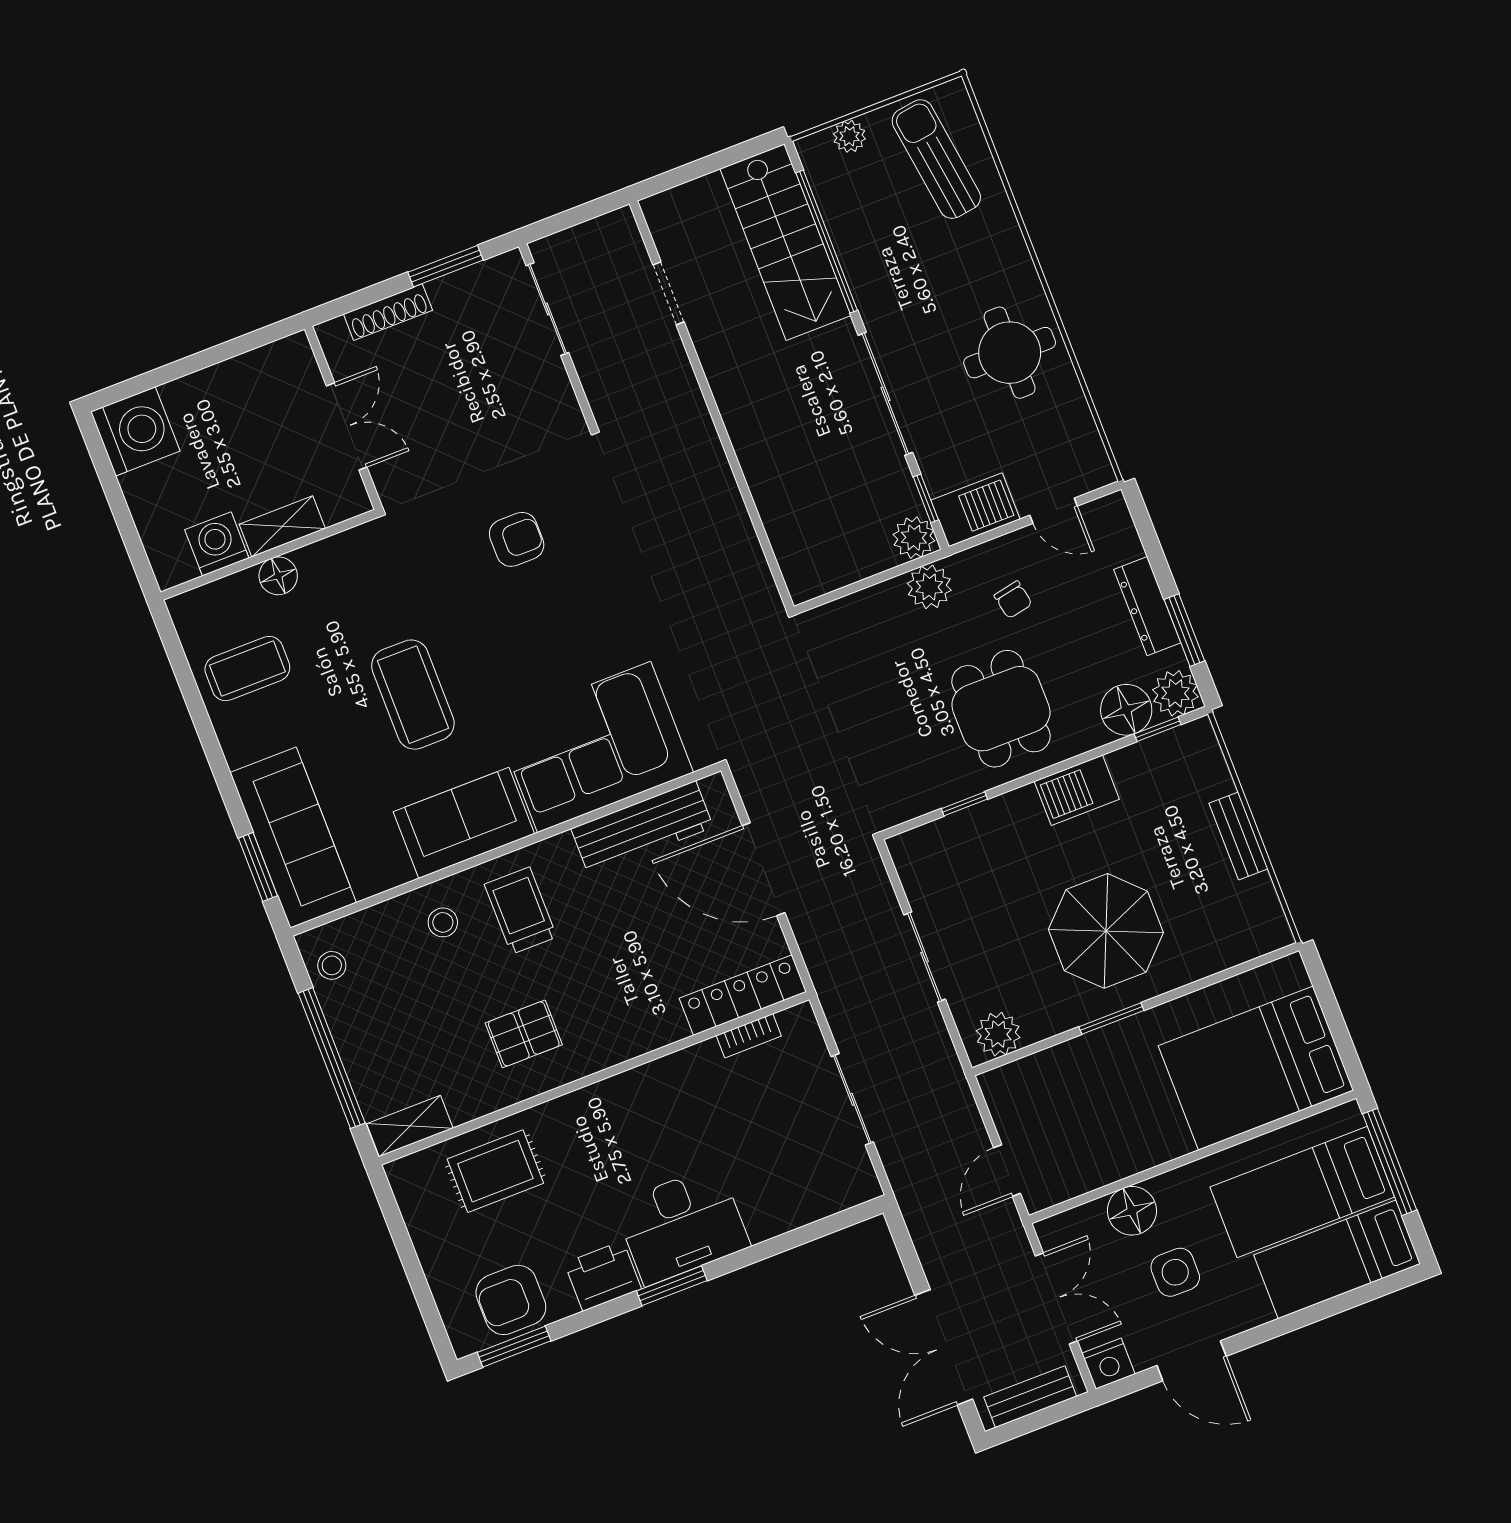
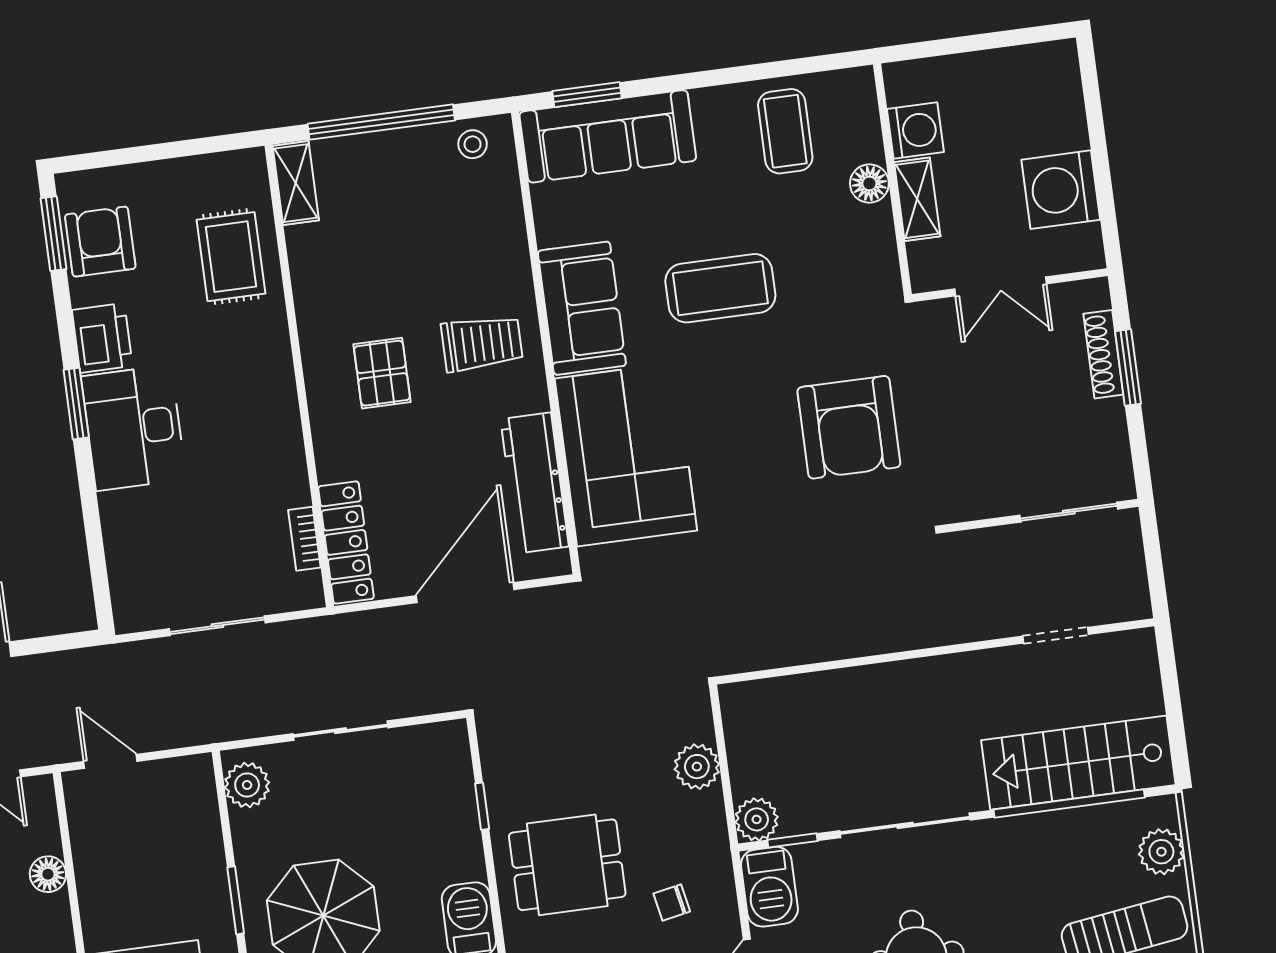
plant: (849, 136) -> (1161, 852), width x1.38, depth x1.38
window: (446, 266) -> (1128, 367), moved
washing machine: (135, 431) -> (1061, 190), moved, turned 90
armchair: (517, 539) -> (849, 427), width x1.88, depth x1.88
plant: (929, 587) -> (697, 767), moved
stool: (443, 922) -> (489, 264), removed
pallet: (524, 1034) -> (382, 373), moved
floor lamp: (1132, 1211) -> (48, 874), width x0.73, depth x0.73

